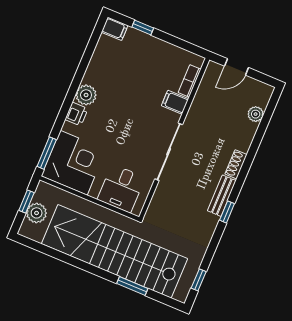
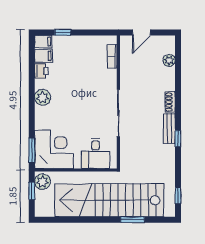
filing cabinet: (175, 102) -> (43, 56), moved, turned 180
printer: (76, 114) -> (41, 71), moved
plant: (37, 213) -> (42, 182), moved

